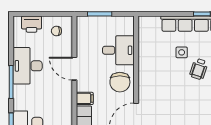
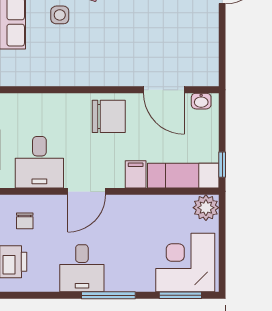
desk: (118, 50) -> (39, 162), moved, turned 180
desk: (28, 66) -> (82, 268), width x0.73

